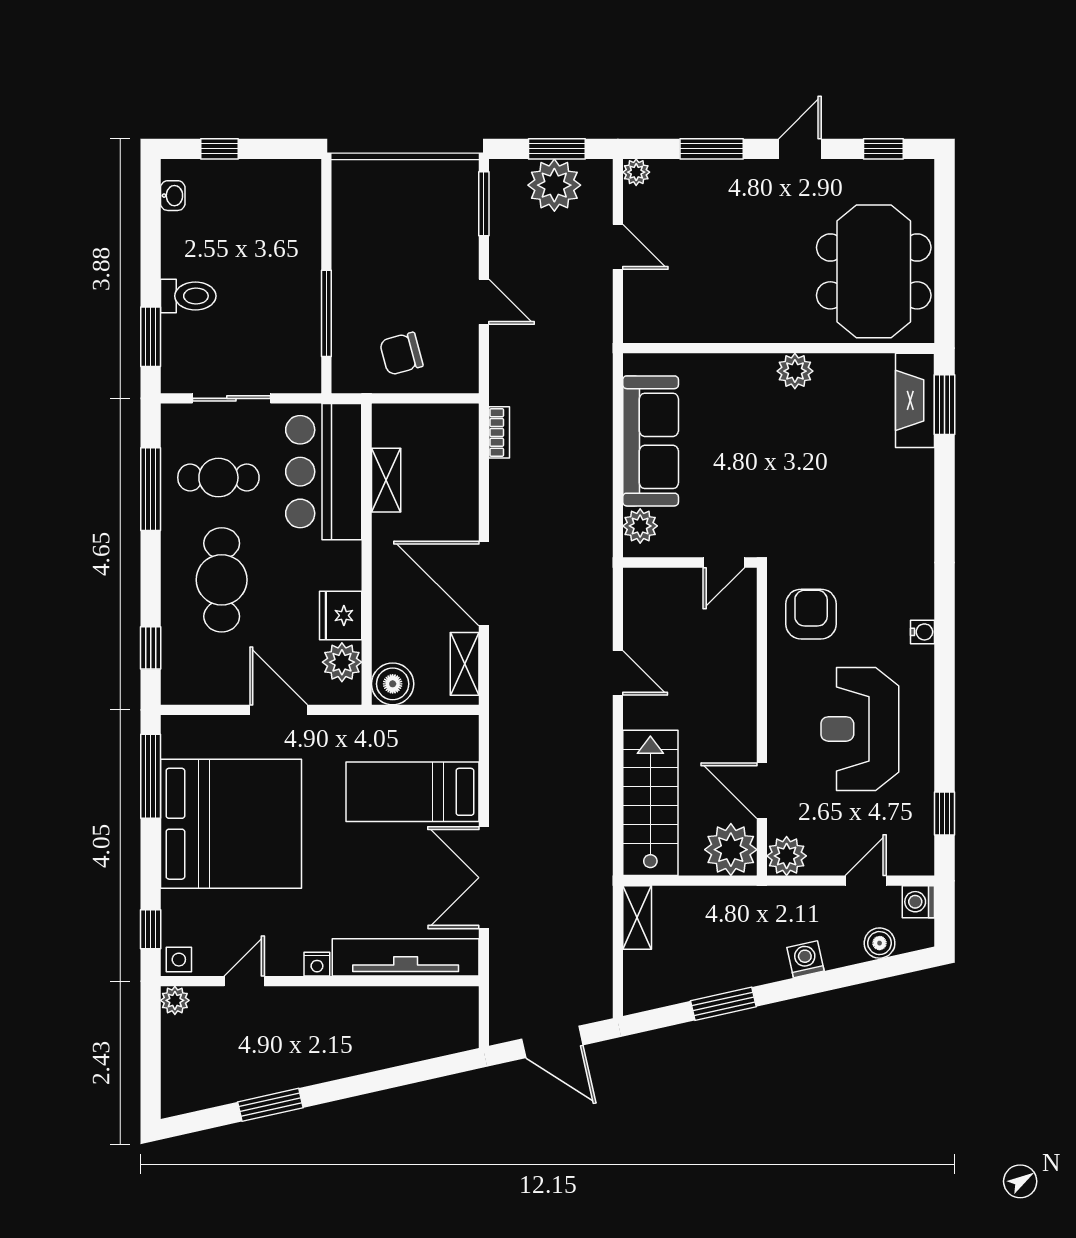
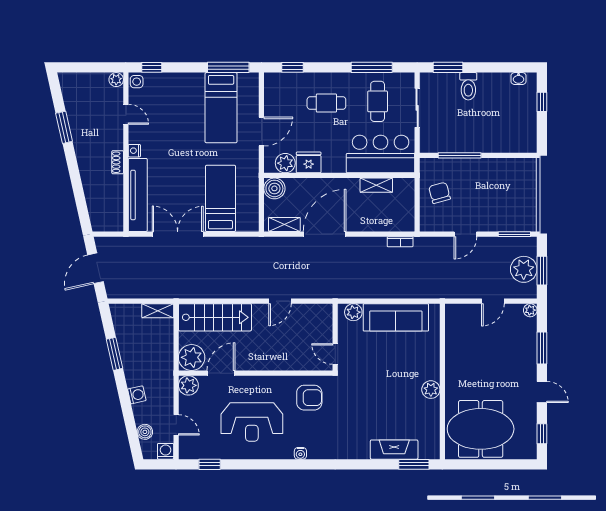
fireplace: (915, 400) -> (394, 450), moved
cafe table: (222, 580) -> (326, 103), width x0.73, depth x0.74
reception desk: (860, 729) -> (252, 422), turned 180
bed: (231, 824) -> (221, 108), width x0.49
shoe rack: (340, 998) -> (118, 162), added

